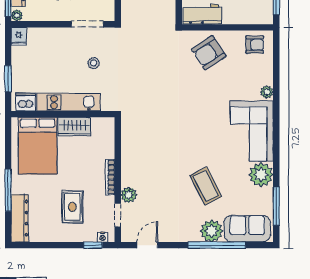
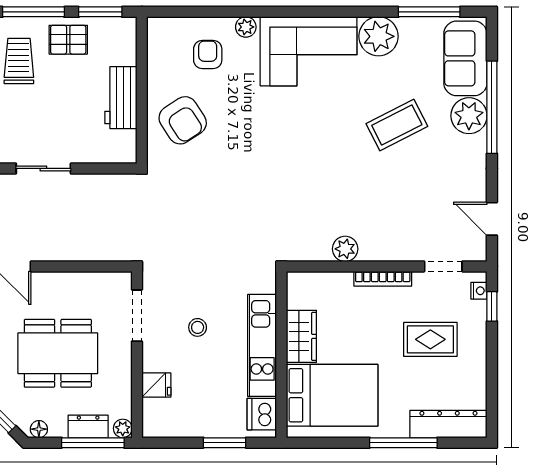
workbench: (202, 14) -> (121, 98), moved
fridge: (19, 36) -> (156, 385), moved
armchair: (255, 45) -> (208, 55), moved
stool: (94, 63) -> (198, 327), moved
plant: (129, 195) -> (345, 249), moved

